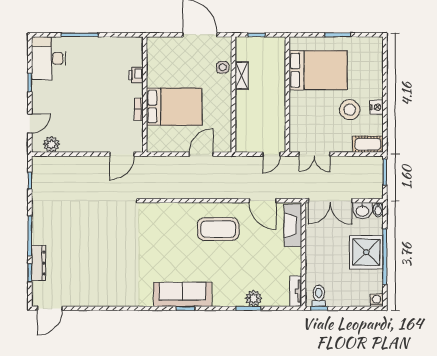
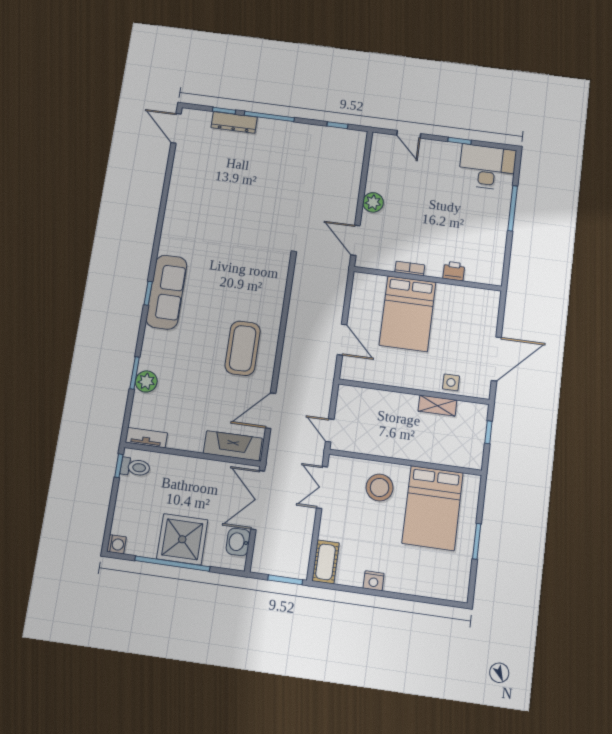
stool: (350, 110) -> (380, 487), moved
plant: (51, 144) -> (373, 202), moved
bidet: (378, 210) -> (236, 564), removed

